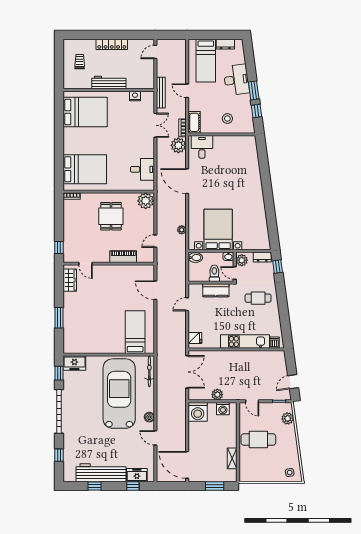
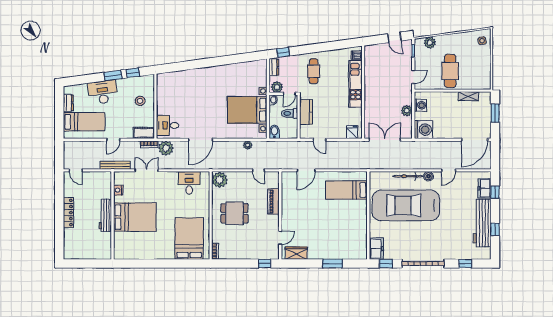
trolley: (80, 62) -> (85, 244), removed
bed: (85, 112) -> (135, 217), moved, turned 90
bicycle: (149, 371) -> (408, 176), moved

